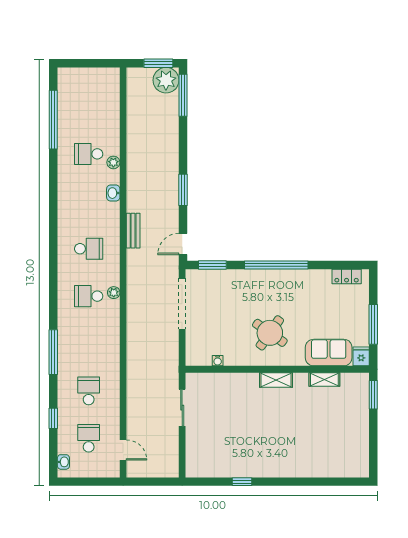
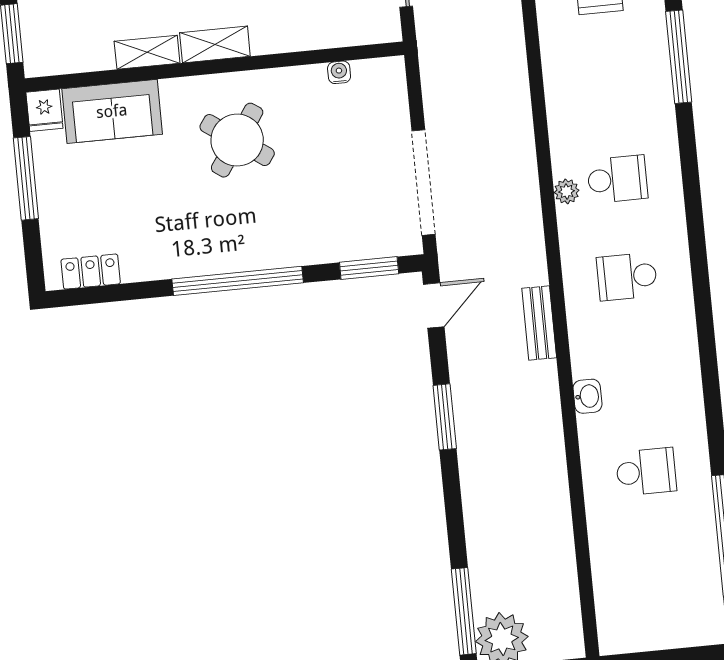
plant: (113, 162) -> (593, 459), removed
shelving: (324, 379) -> (147, 52), moved

